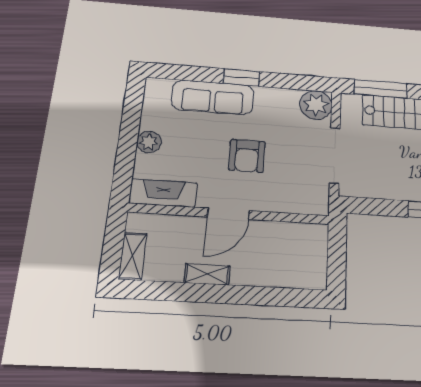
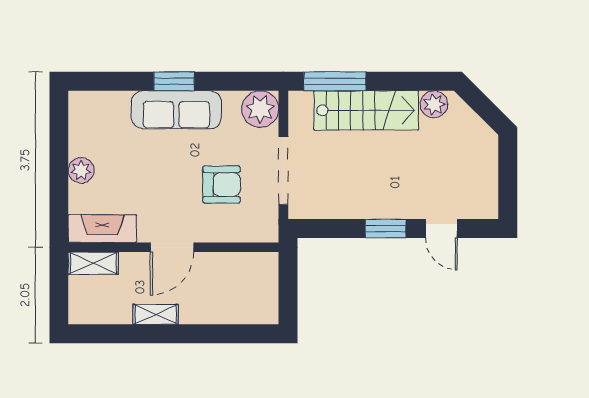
sofa: (213, 97) -> (176, 110), moved
armchair: (247, 156) -> (222, 185), moved, turned -90
shelving: (132, 256) -> (93, 263), moved, turned 90

